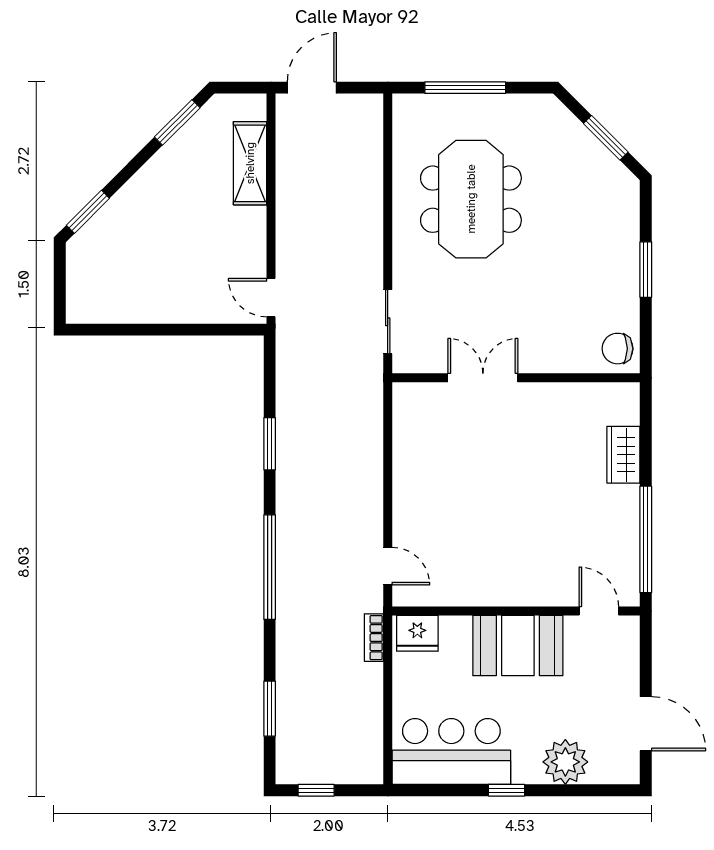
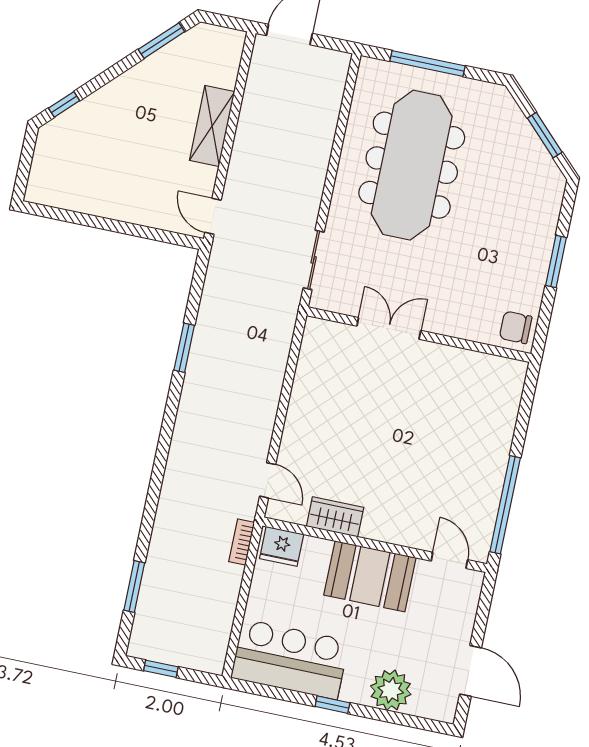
shelving: (250, 163) -> (212, 126), moved
meeting table: (471, 199) -> (412, 165), width x1.36
window: (88, 212) -> (64, 104), width x0.67
wardrobe: (623, 455) -> (335, 517), moved, turned 90
window: (270, 567) -> (161, 459), removed

